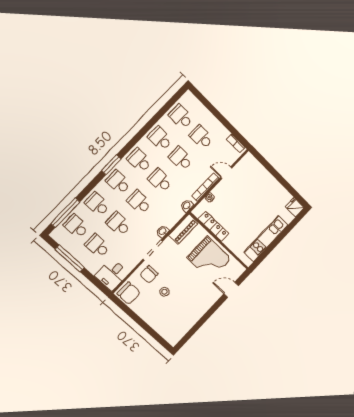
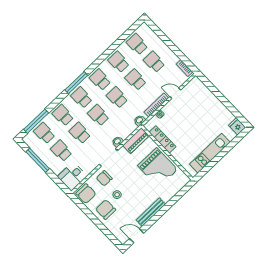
window: (111, 165) -> (76, 83), width x1.44
door: (231, 290) -> (137, 236), moved
bench: (203, 308) -> (151, 212), added
chair: (152, 309) -> (106, 209), added

